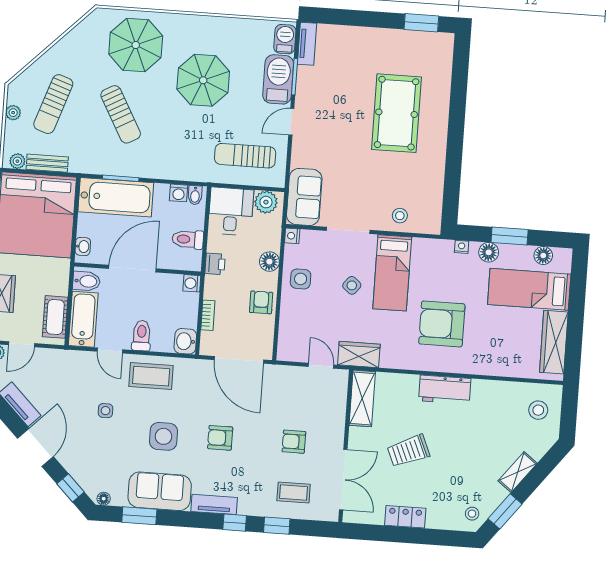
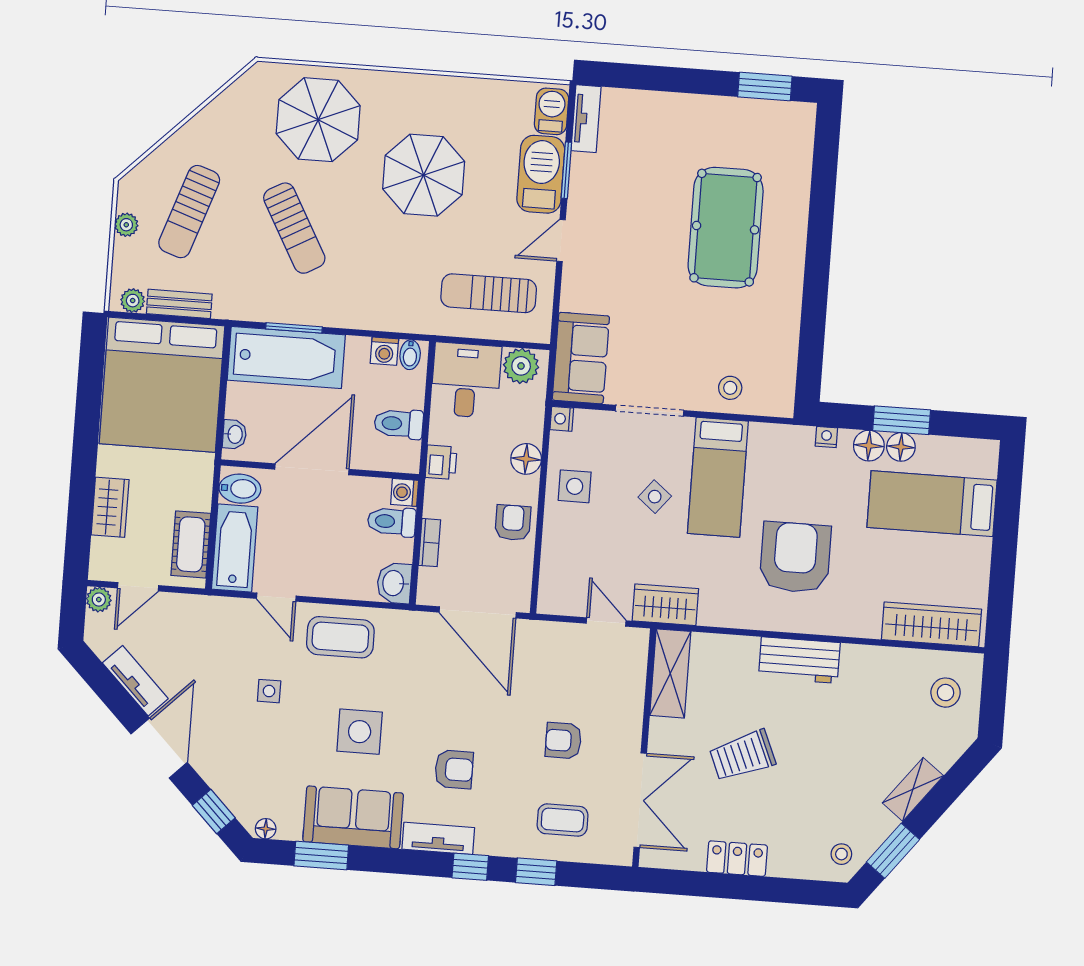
floor lamp: (543, 255) -> (901, 447), moved
armchair: (442, 324) -> (795, 557), turned 90
toilet: (142, 336) -> (392, 522), moved, turned -90
wardrobe: (554, 342) -> (931, 624), moved, turned 90
armchair: (220, 438) -> (454, 769), moved, turned 180

